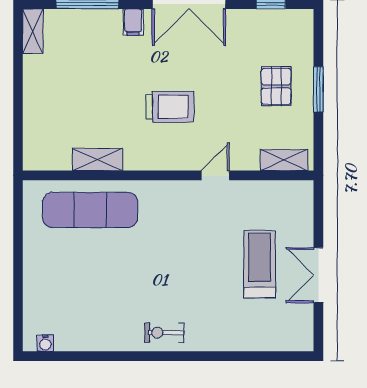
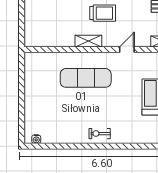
shelving: (97, 160) -> (88, 41), moved
exercise mat: (90, 210) -> (86, 78), moved

